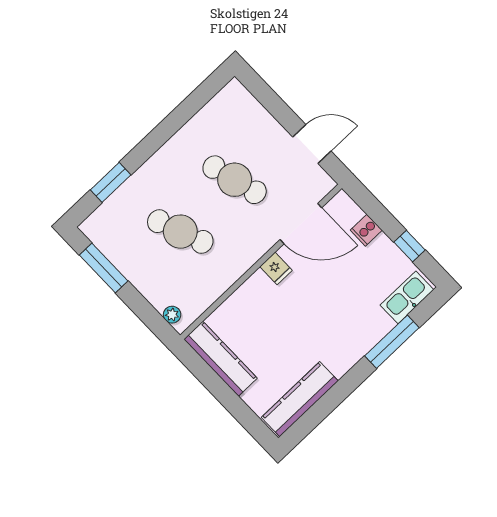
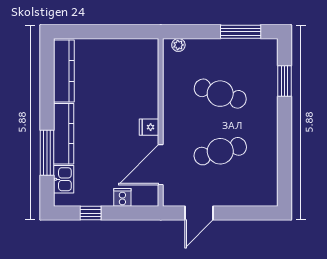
cafe table: (180, 232) -> (220, 94), turned 39
kitchen sink: (407, 297) -> (64, 179), width x0.73
kitchen counter: (221, 359) -> (64, 134), moved, turned -90

